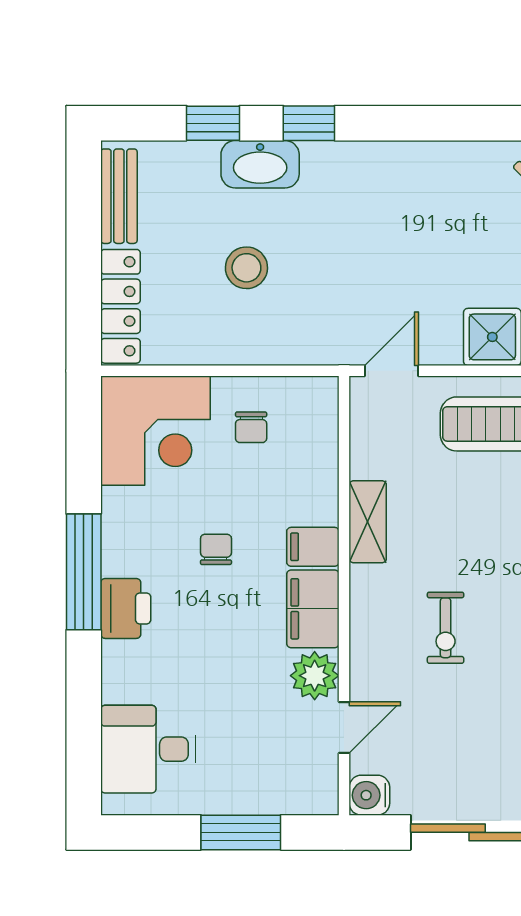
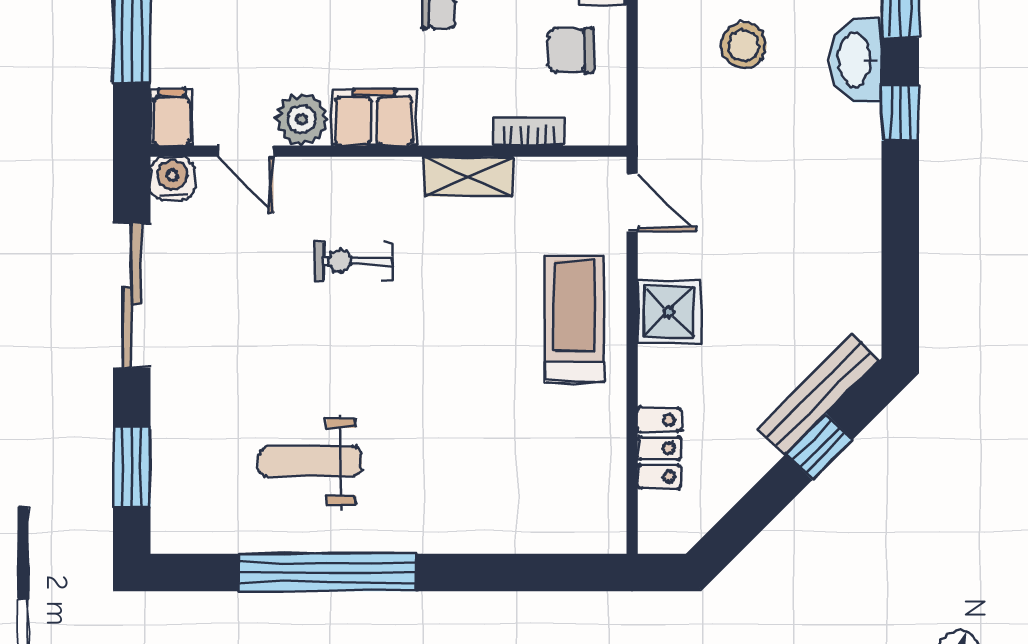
chair: (251, 427) -> (571, 50), width x1.37, depth x1.37
bookcase: (326, 466) -> (529, 131), added
filing cabinet: (313, 547) -> (172, 117), moved

